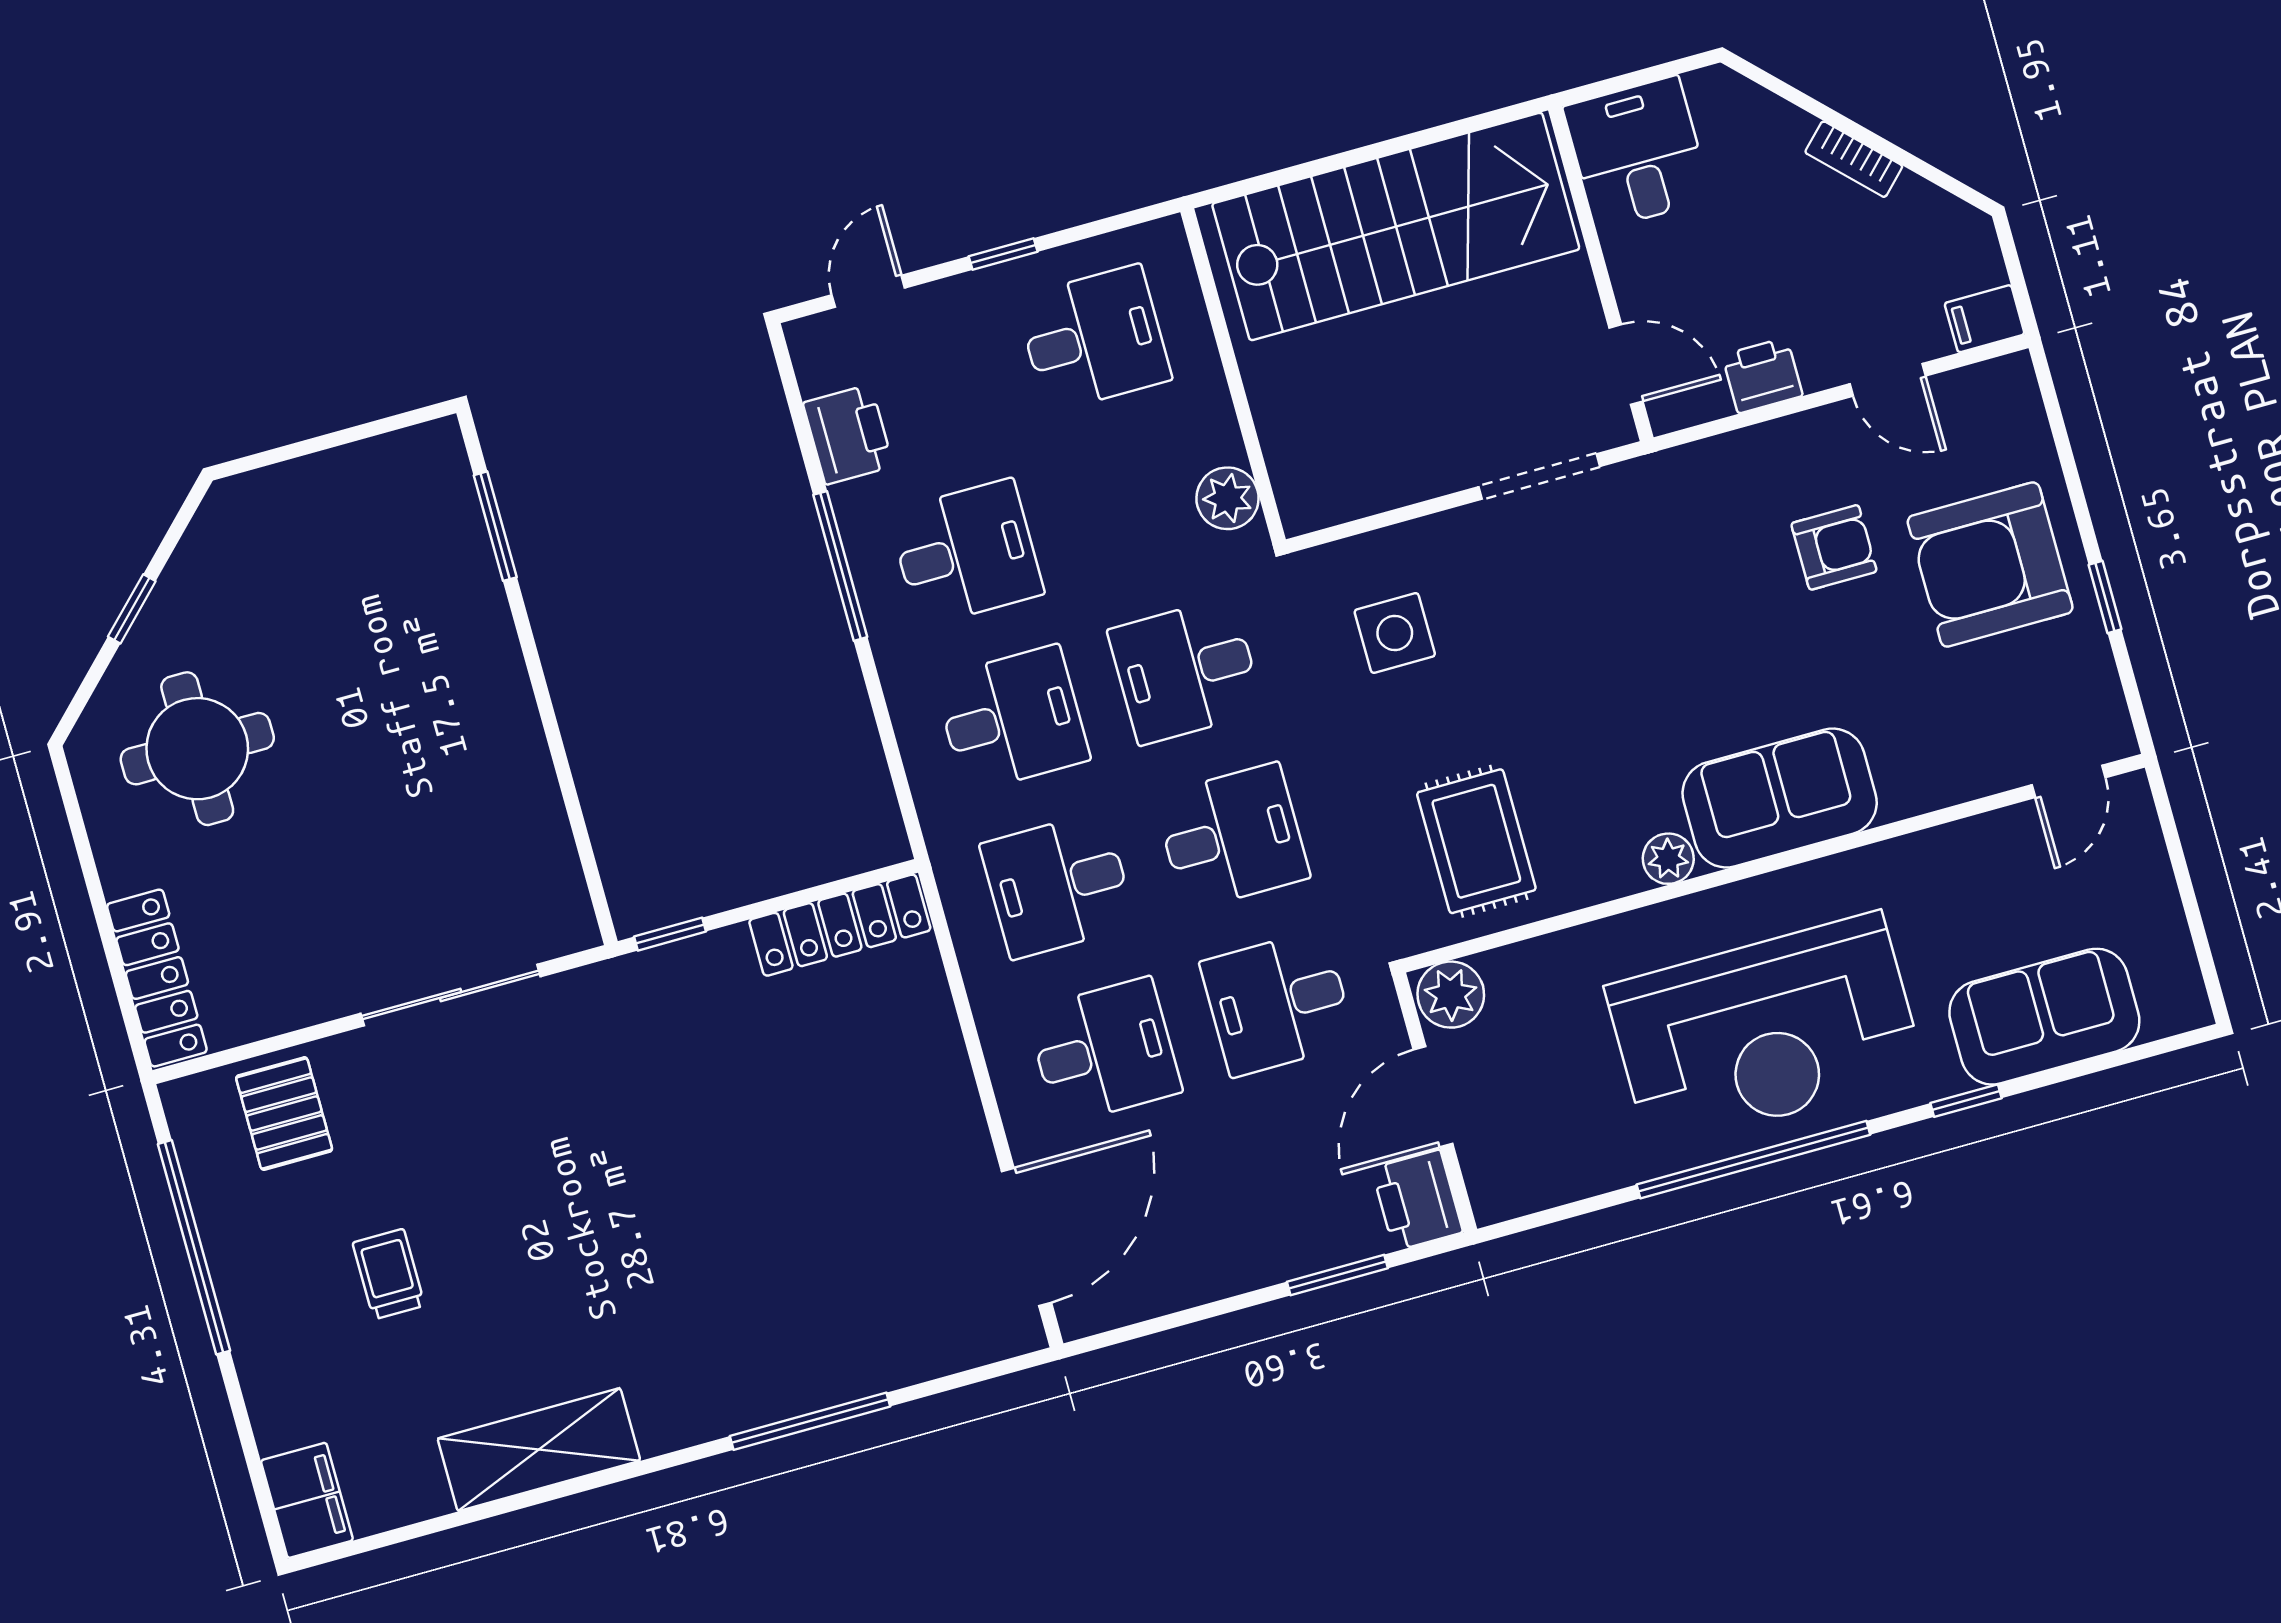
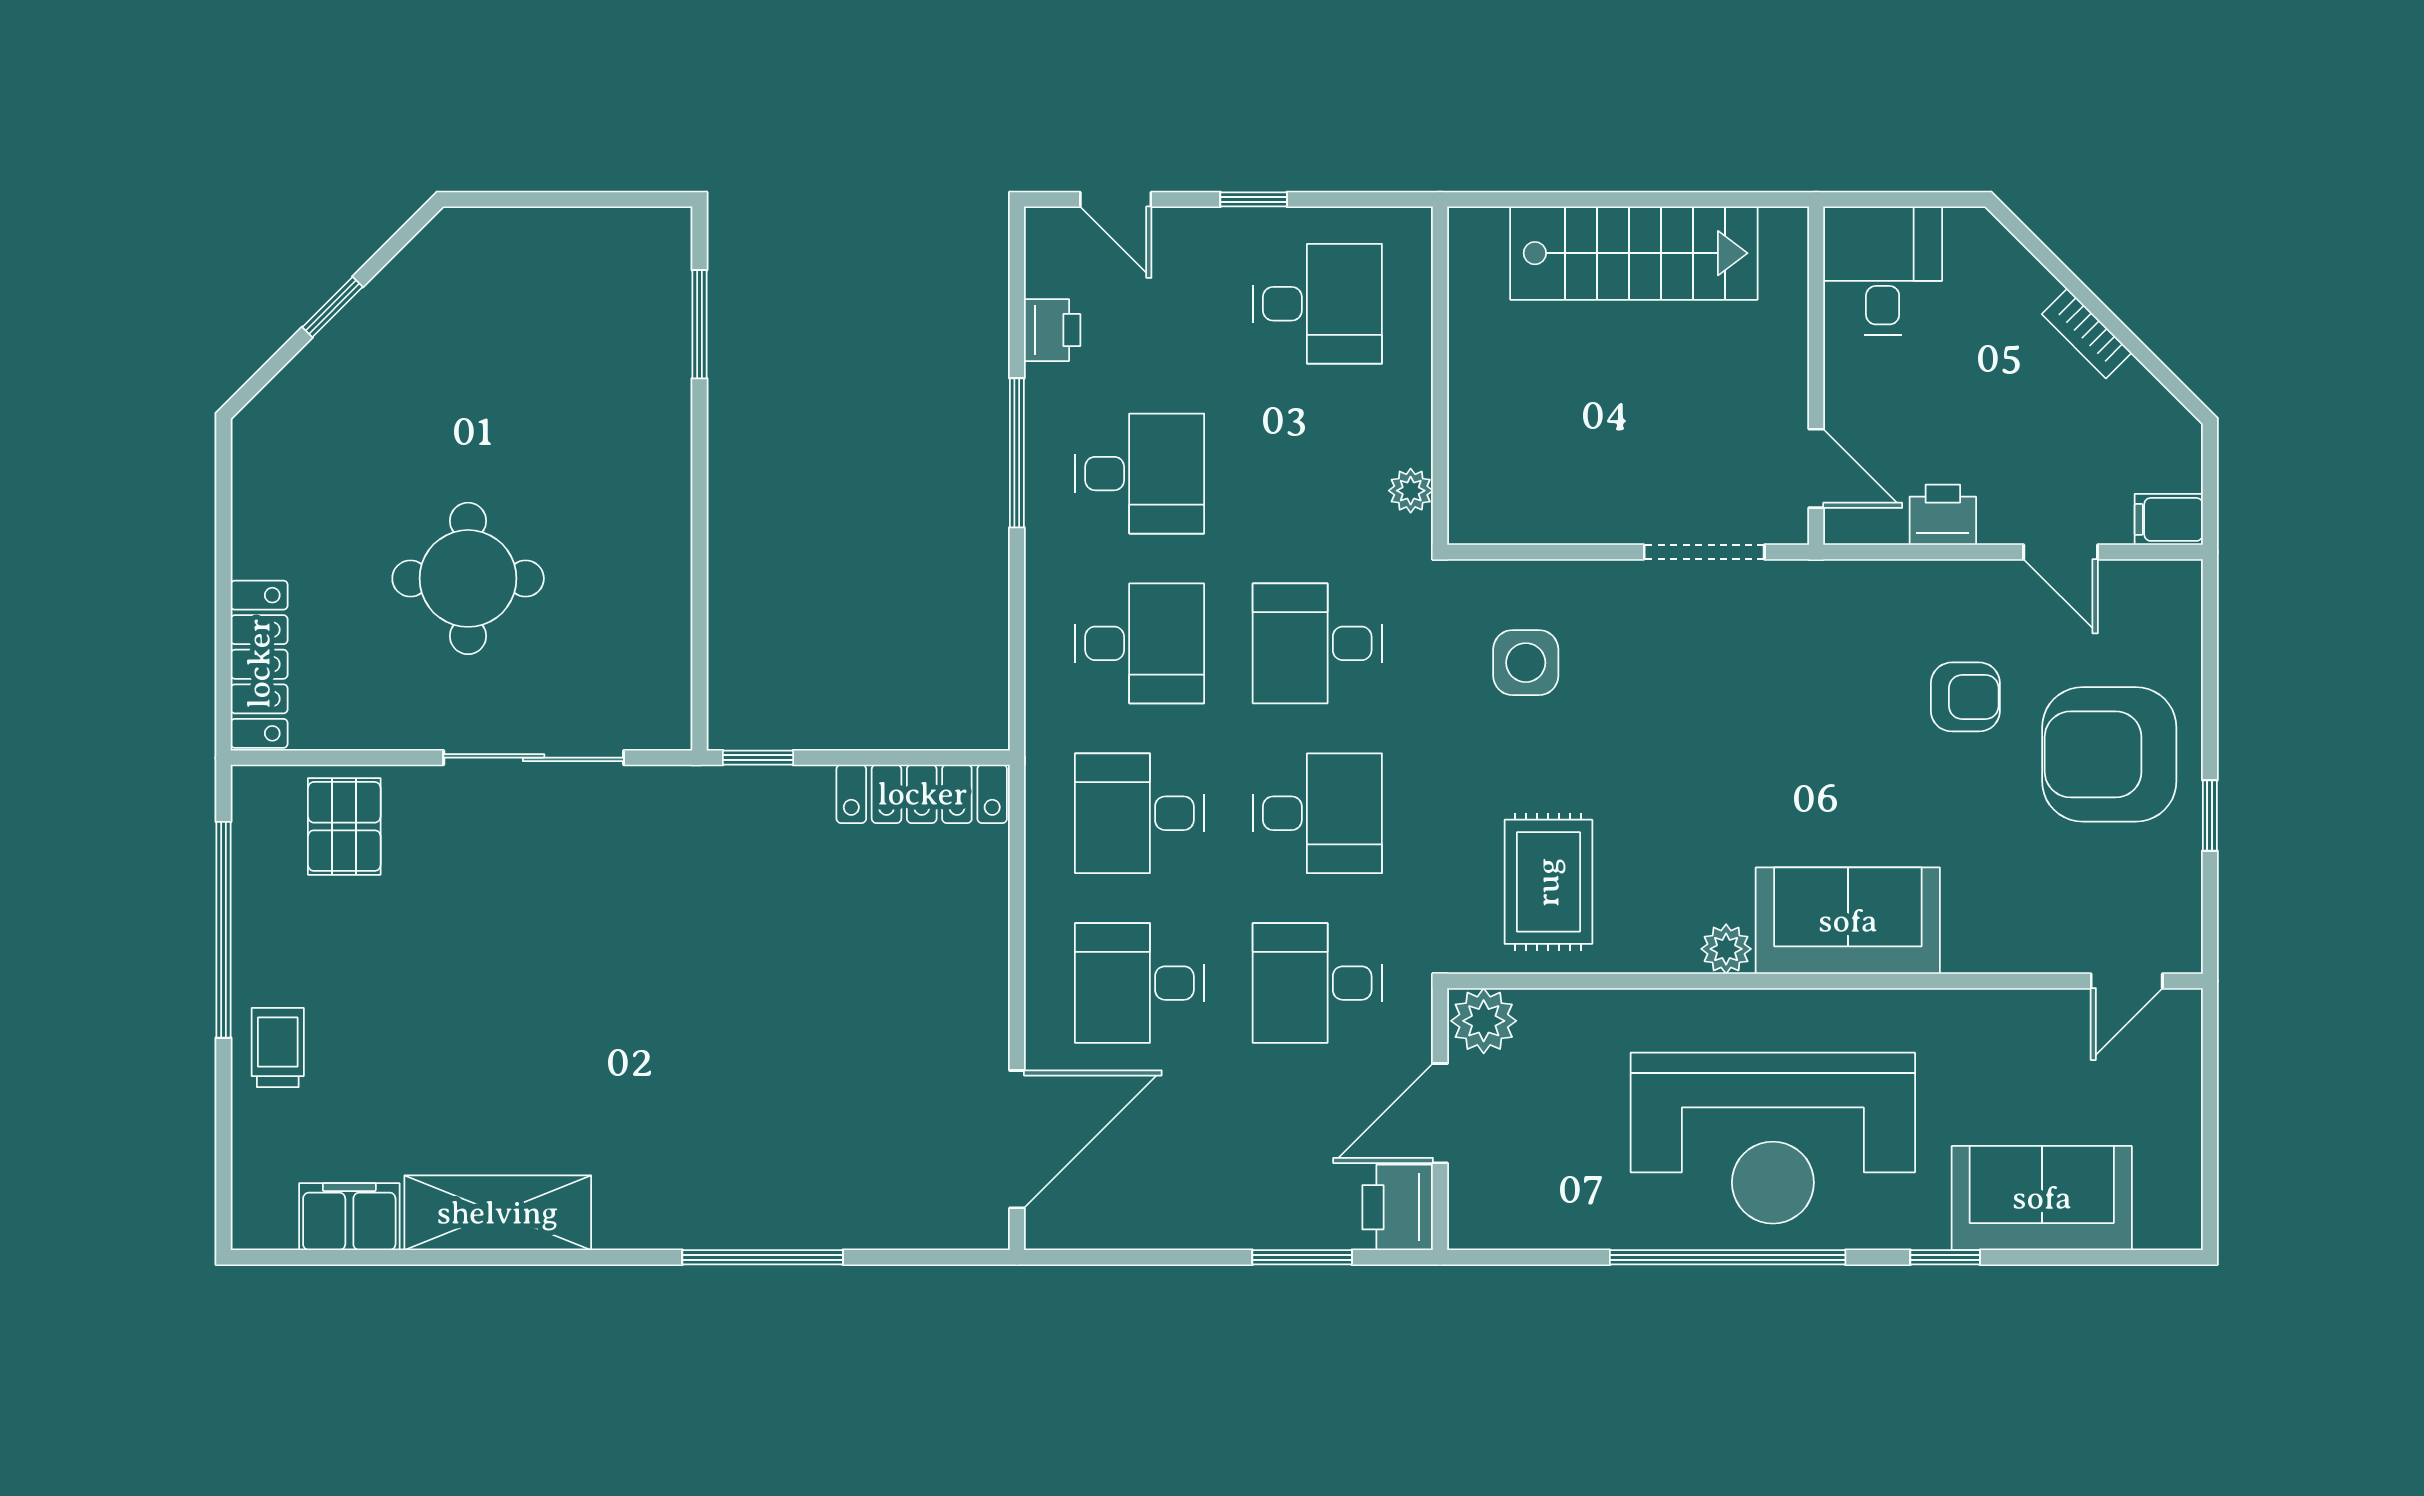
stairs: (1396, 226) -> (1634, 253), width x0.73, depth x0.66
door: (868, 291) -> (1116, 199), swing flipped
printer: (848, 434) -> (1052, 330), width x0.73, depth x0.81
plant: (1228, 498) -> (1411, 491), width x0.73, depth x0.73
round table: (197, 749) -> (468, 578), moved
desk: (1104, 1051) -> (1140, 983), turned 180
trolley: (389, 1274) -> (278, 1048), moved
filing cabinet: (307, 1500) -> (349, 1217), moved, turned -90

